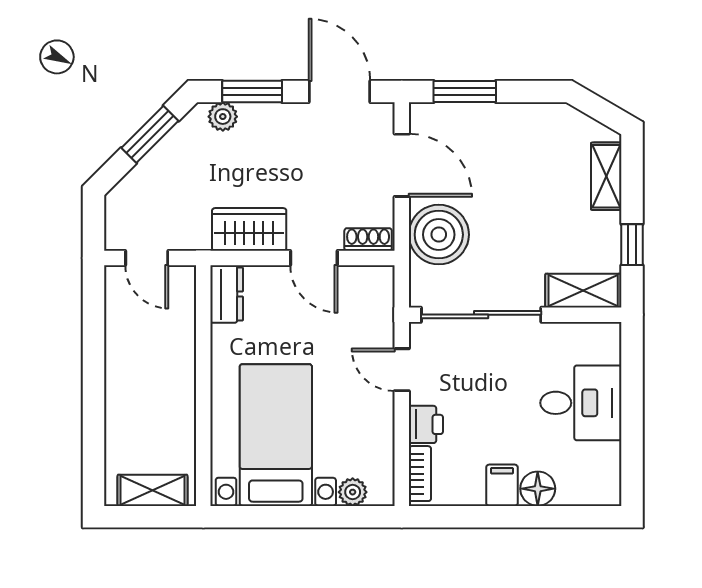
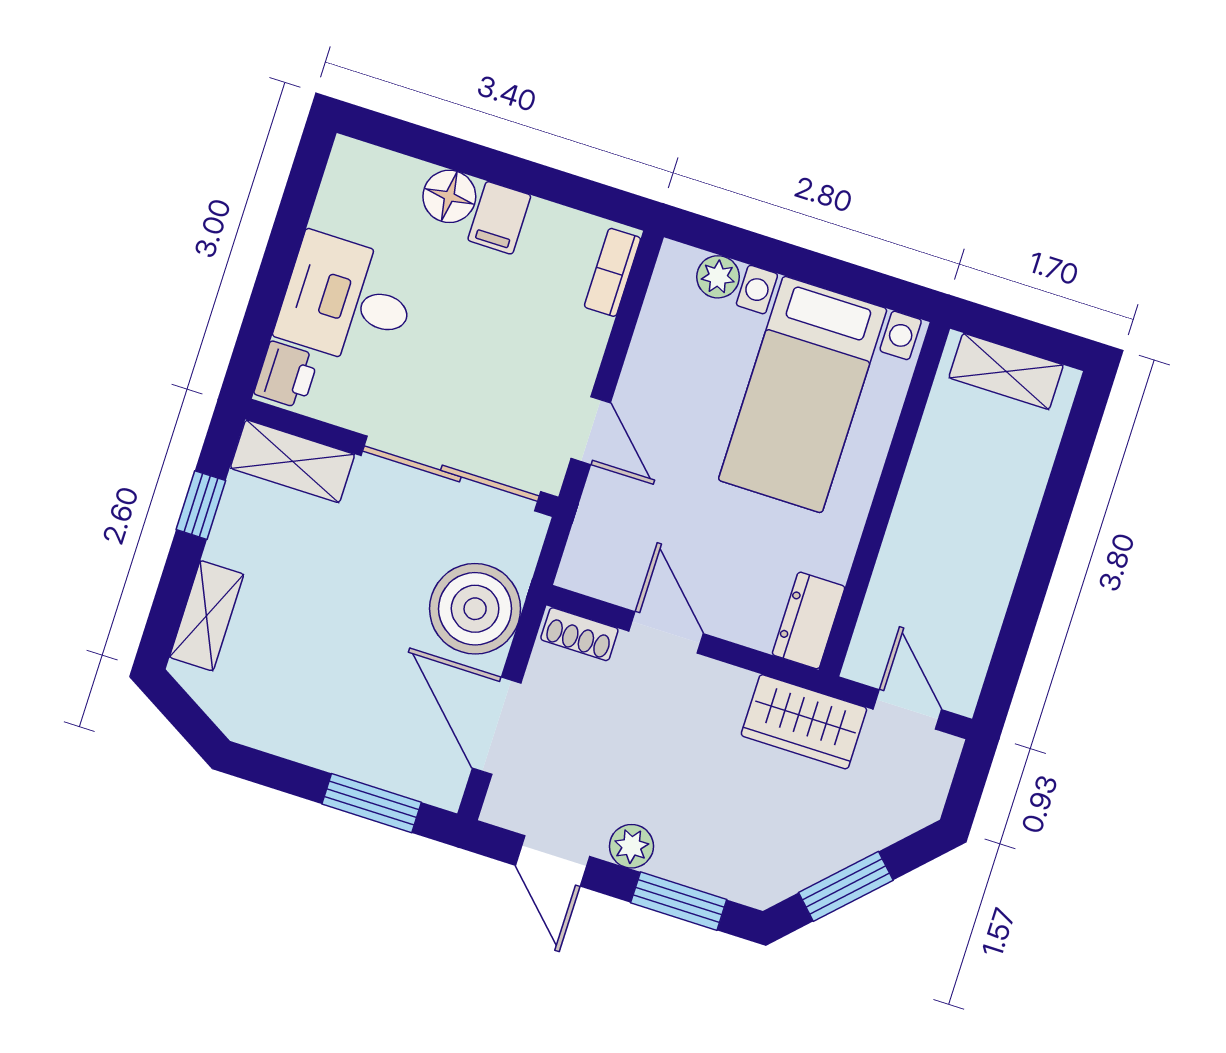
door: (340, 91) -> (552, 861), width x0.73
plant: (223, 117) -> (631, 846), moved
wardrobe: (249, 229) -> (804, 722), moved
printer: (426, 424) -> (286, 375), moved, turned 180

